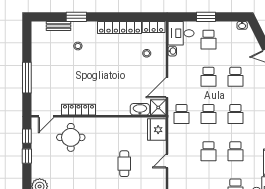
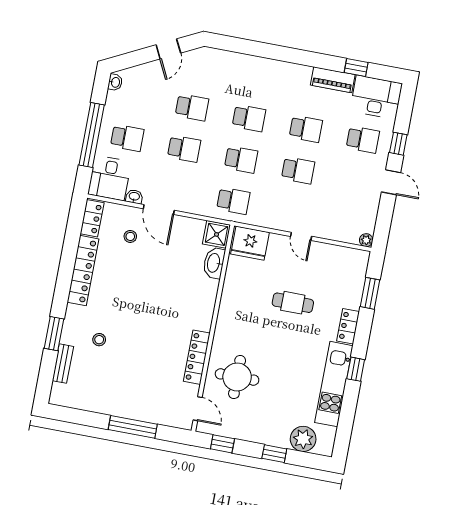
window: (206, 17) -> (92, 135), width x2.11
door: (167, 88) -> (159, 209), moved
window: (27, 156) -> (274, 454), moved

